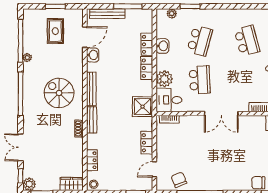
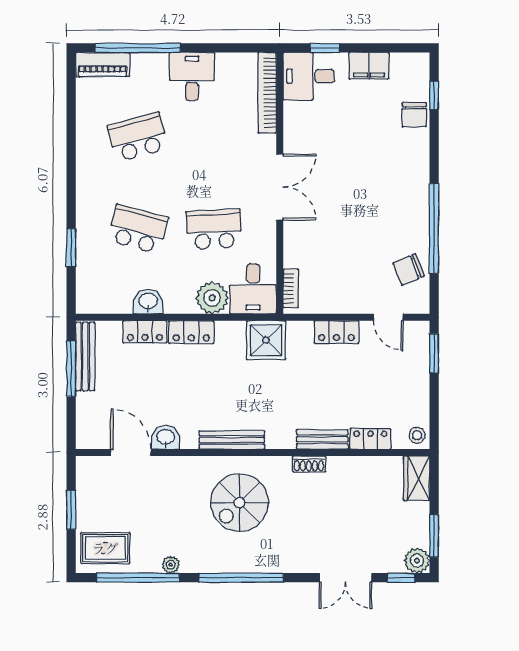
bench: (107, 14) -> (85, 356), moved
plant: (172, 14) -> (85, 283), removed
rug: (55, 31) -> (105, 548), moved
bench: (92, 120) -> (322, 439), moved

